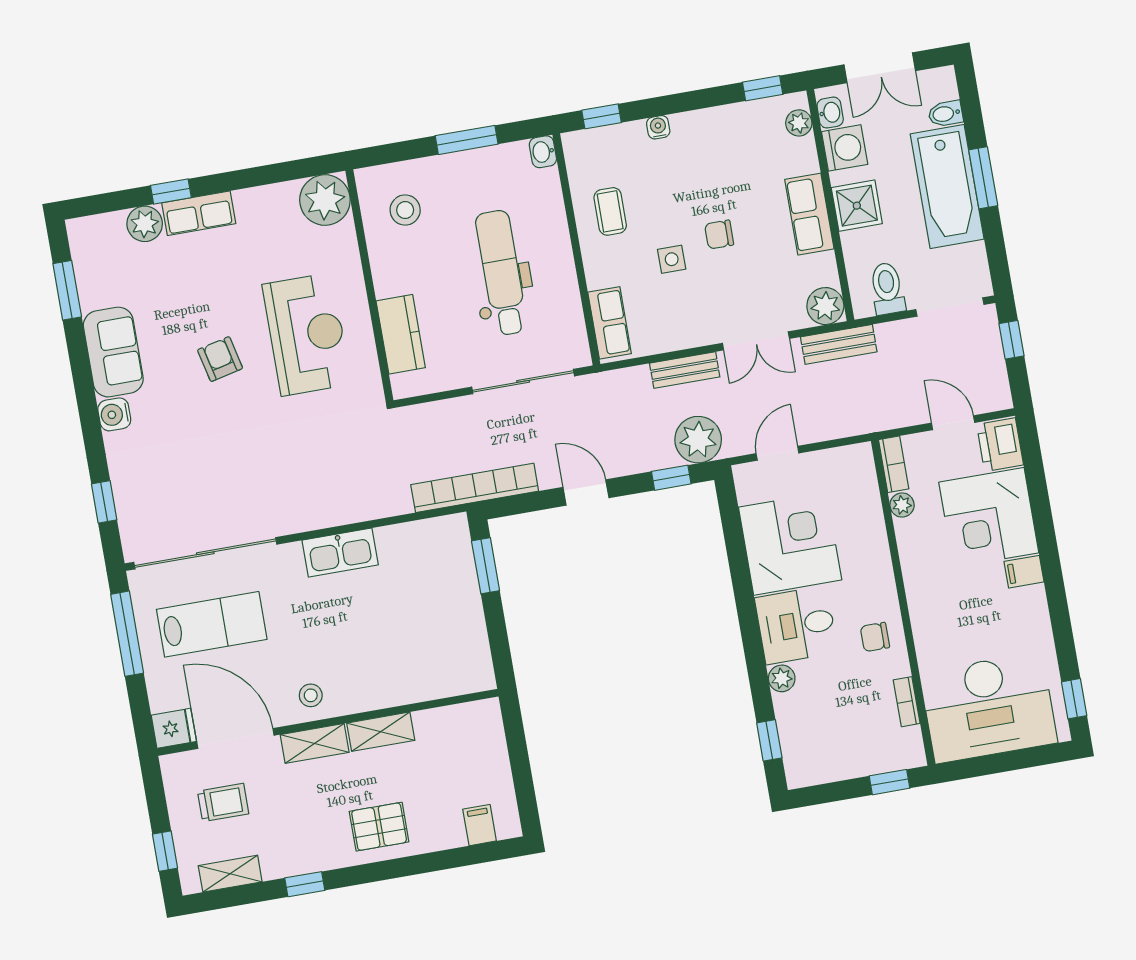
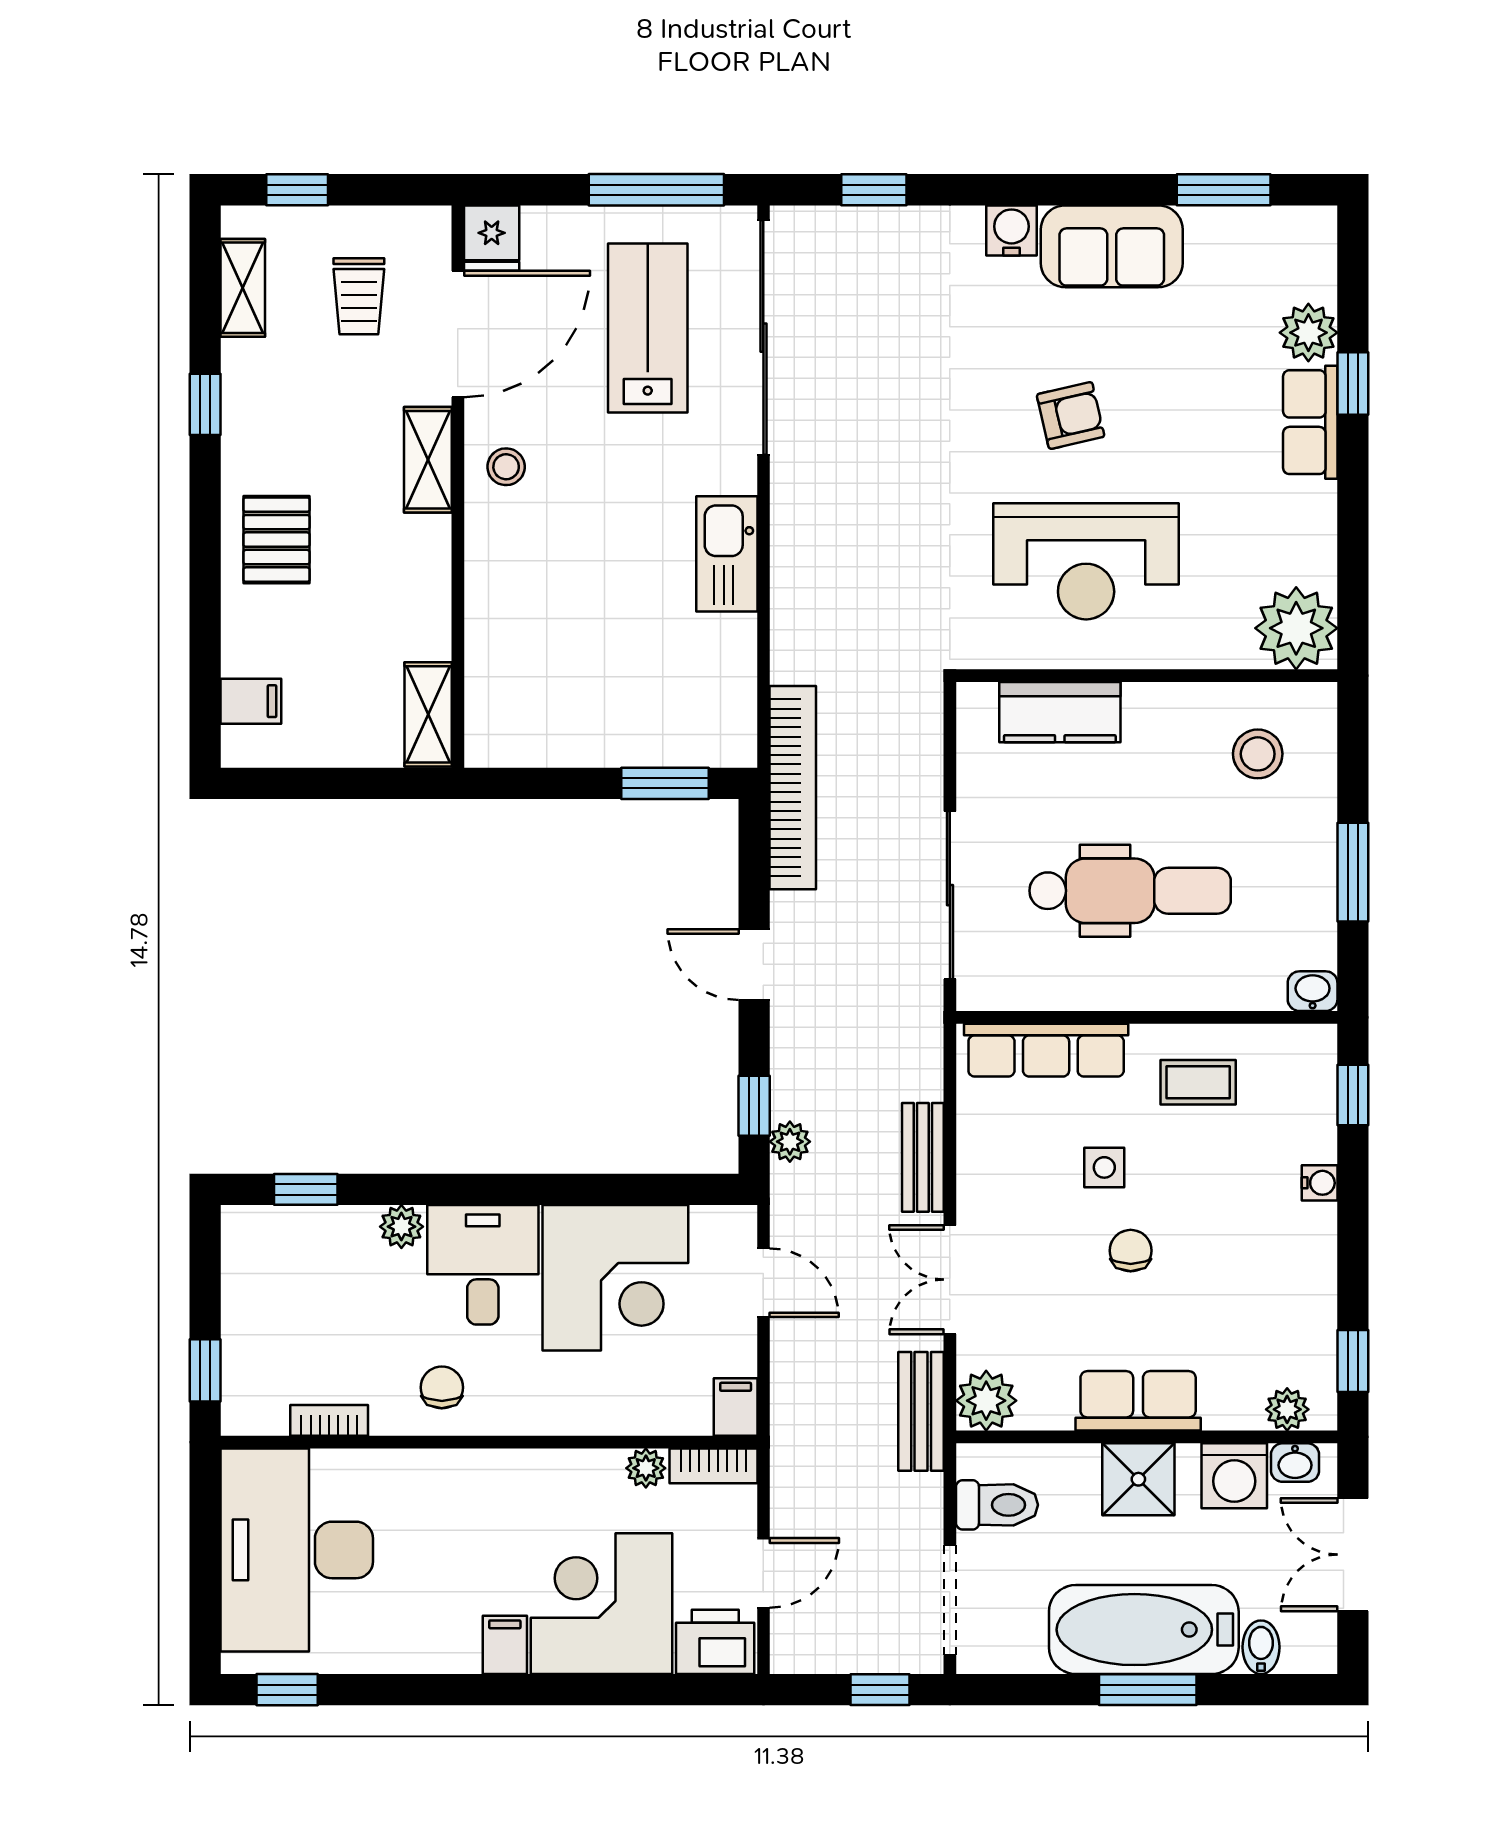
row of seats: (610, 323) -> (1046, 1050), width x1.48
plant: (698, 440) -> (790, 1142), width x0.53, depth x0.53
filing cabinet: (856, 457) -> (736, 1407), added
door: (586, 493) -> (754, 965), swing flipped
lab bench: (212, 624) -> (648, 328), turned 180
shelving: (381, 732) -> (428, 714), moved

